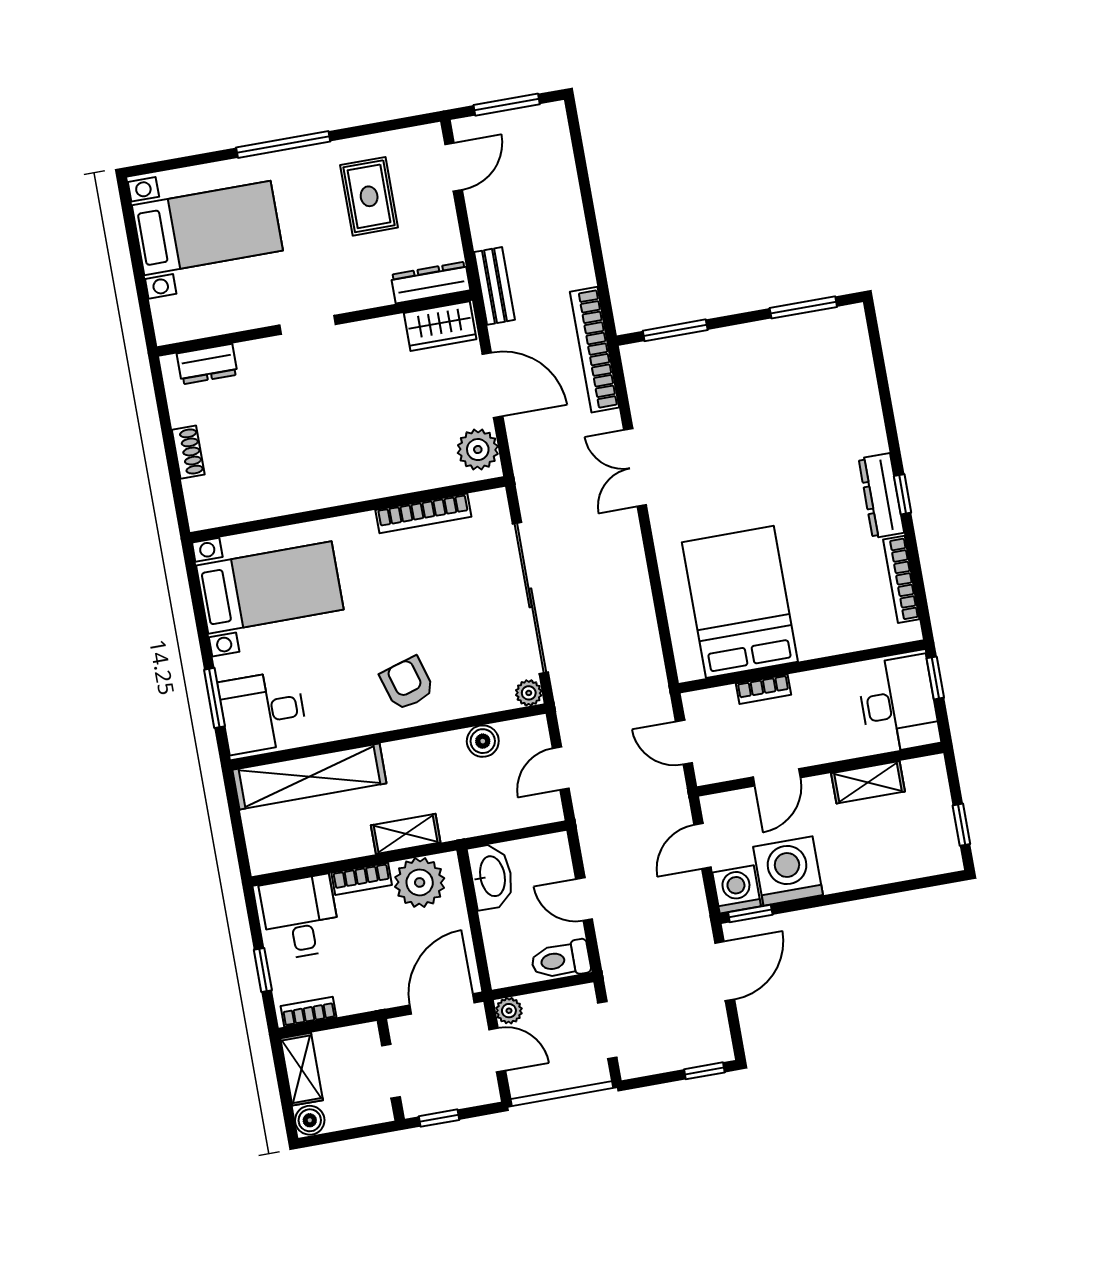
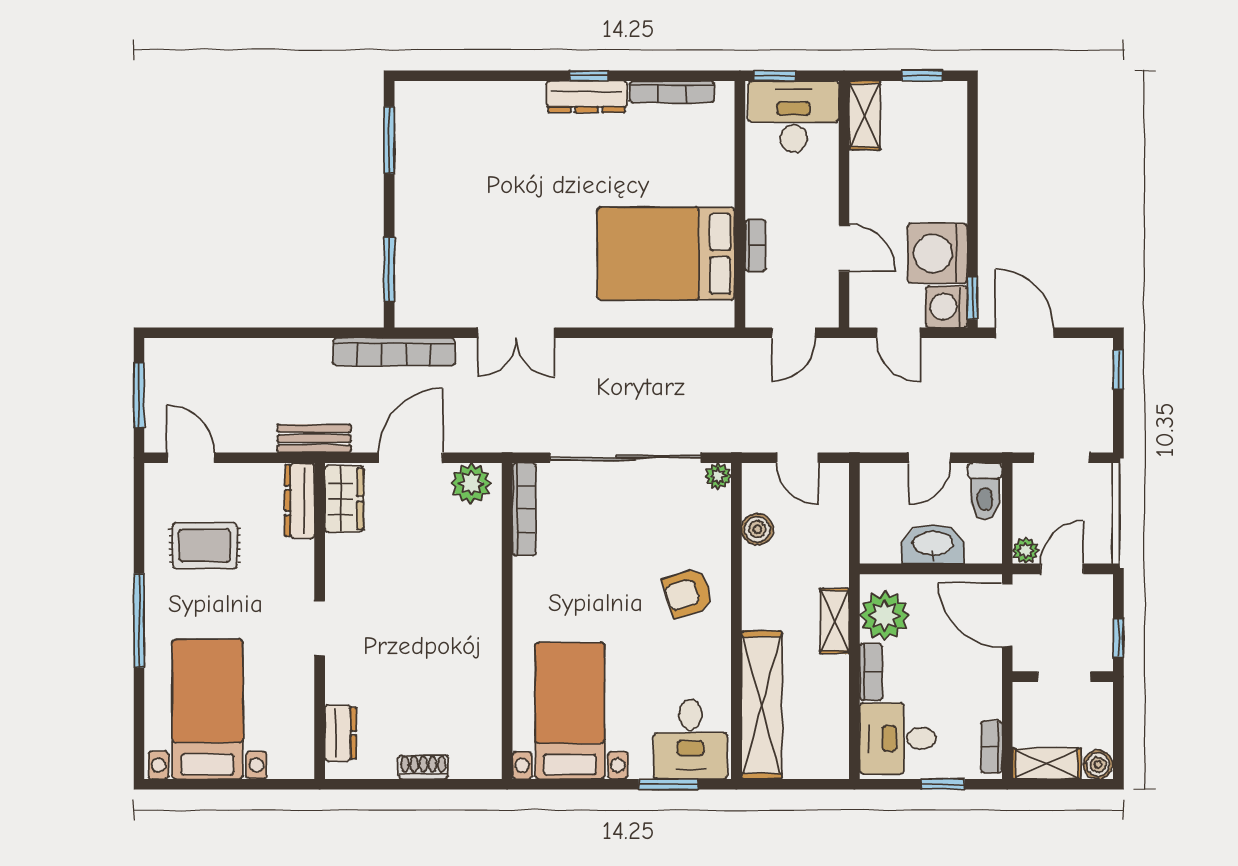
bookcase: (423, 513) -> (524, 509), moved
shelving: (868, 782) -> (865, 115), moved
washbasin: (491, 876) -> (933, 544), moved

